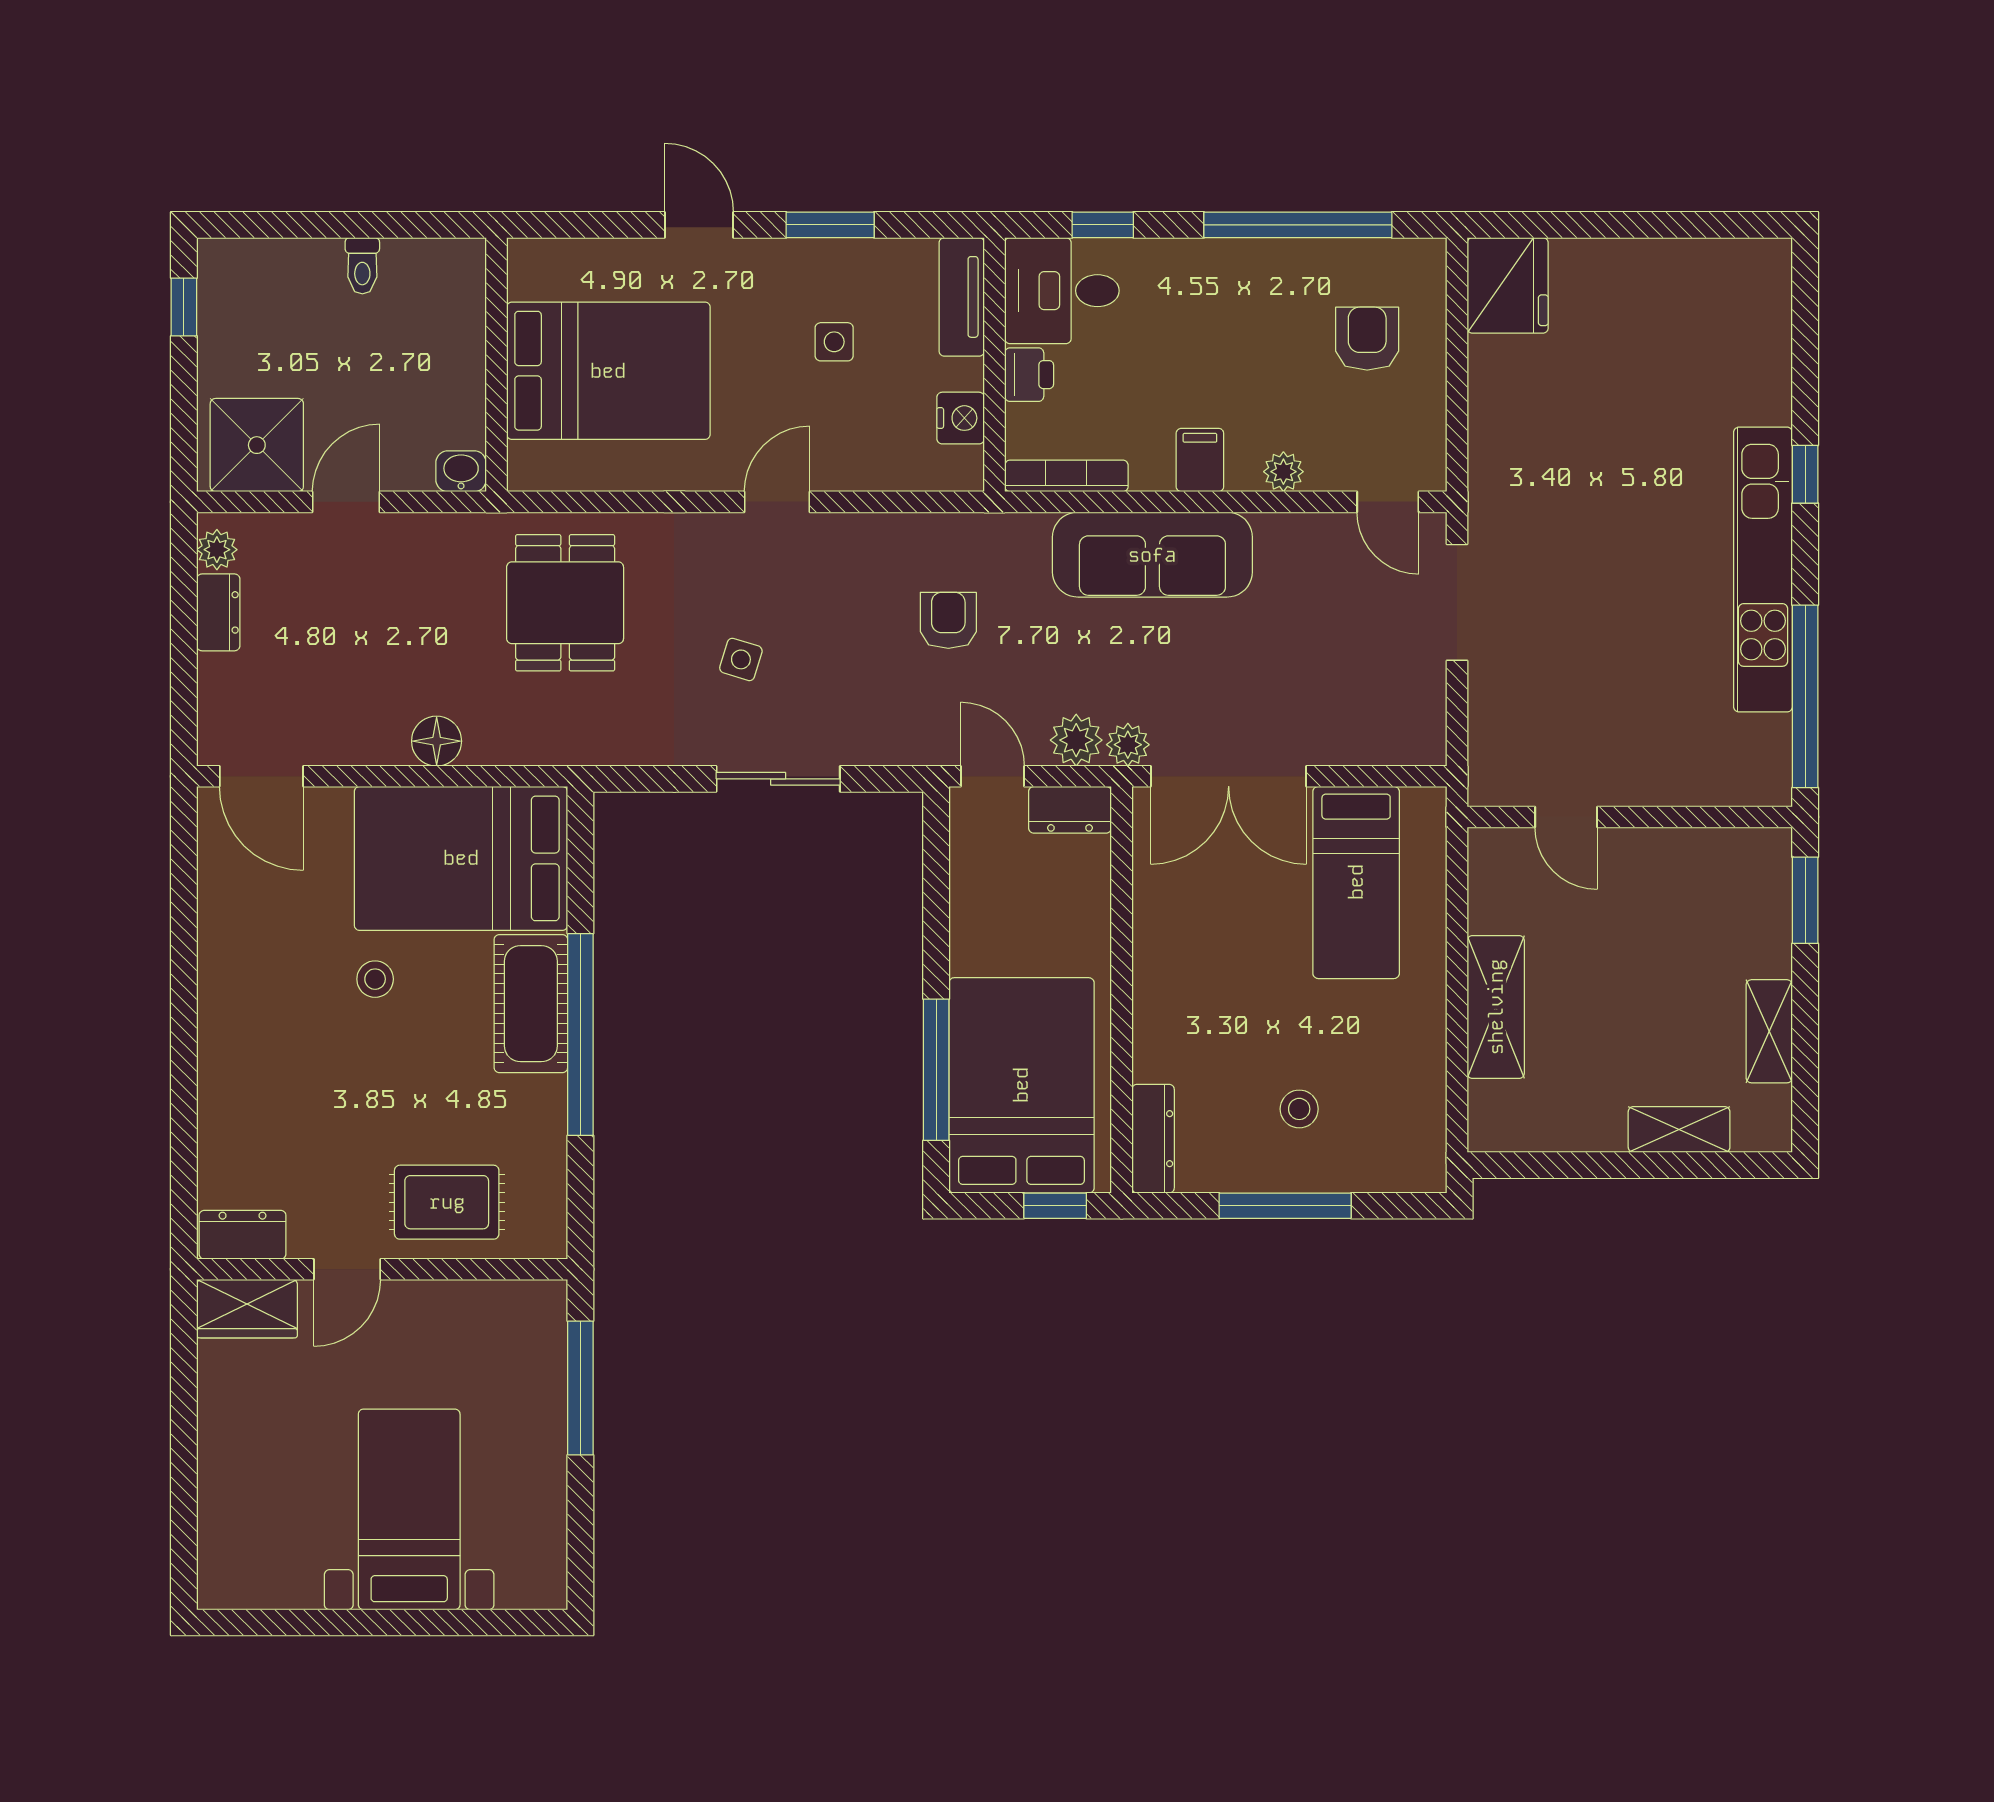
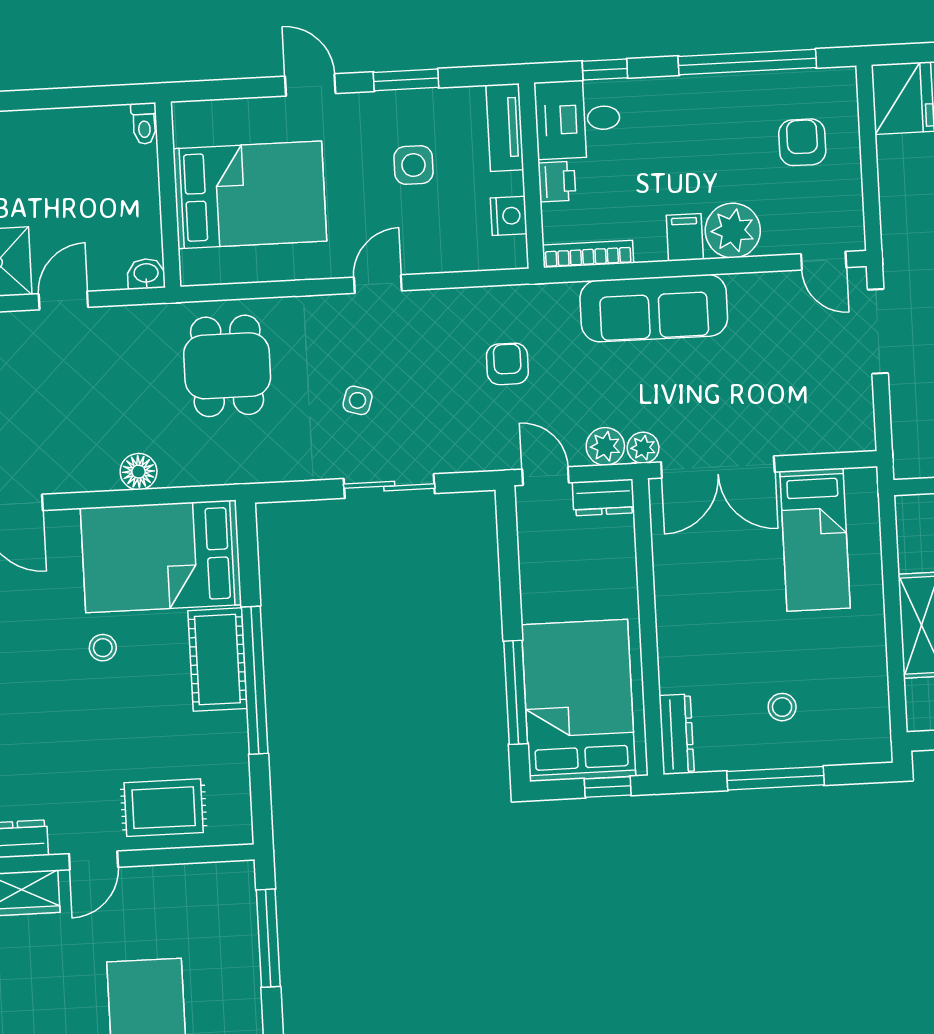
toilet: (362, 266) -> (144, 123), moved
side table: (834, 342) -> (413, 165), width x1.37, depth x1.37
plant: (1283, 472) -> (733, 231), width x1.88, depth x1.88

